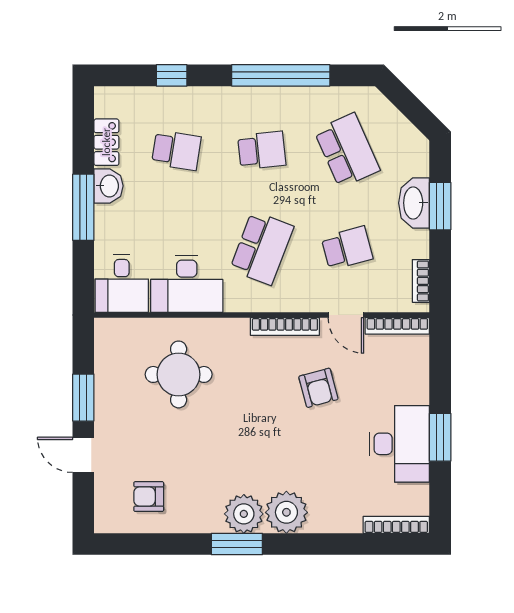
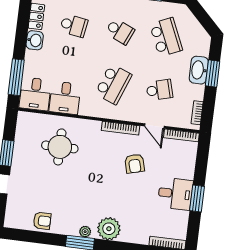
school desk: (262, 150) -> (120, 31), turned 30
window: (83, 207) -> (16, 77), moved
desk: (187, 284) -> (65, 98), width x0.73
desk: (399, 444) -> (175, 194), width x0.73
armchair: (149, 497) -> (42, 221), moved, turned 180
plant: (244, 514) -> (85, 232), width x0.53, depth x0.53

